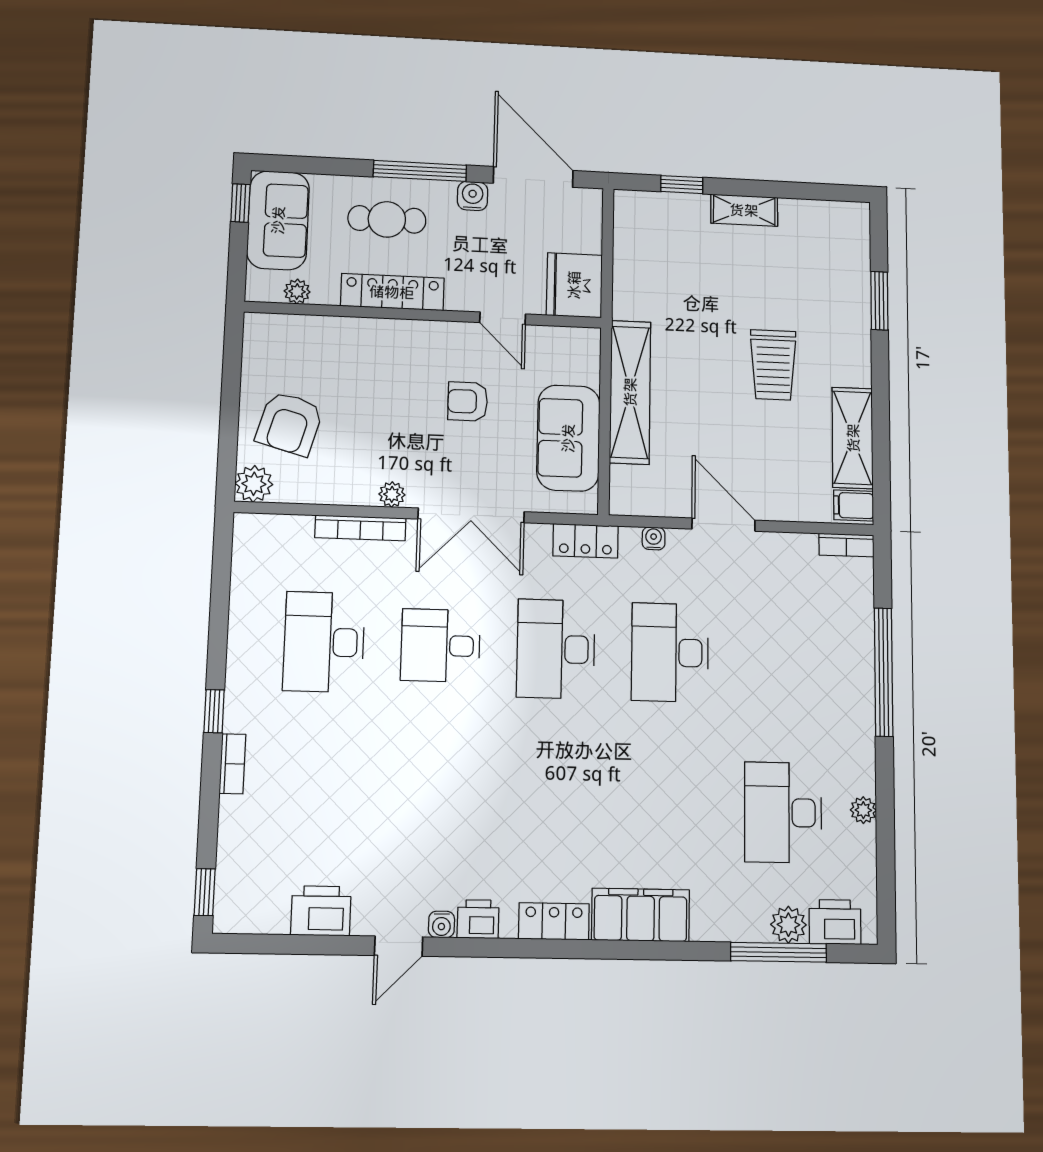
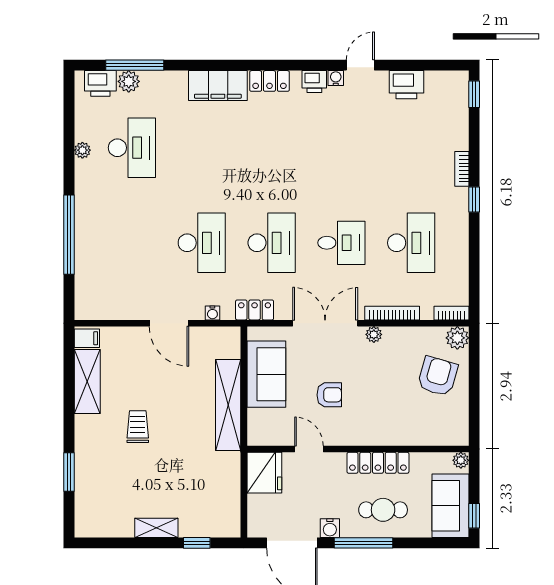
plant: (297, 291) -> (461, 460), moved
trolley: (773, 365) -> (138, 427), width x0.73, depth x0.72
bookcase: (846, 545) -> (451, 313), moved

